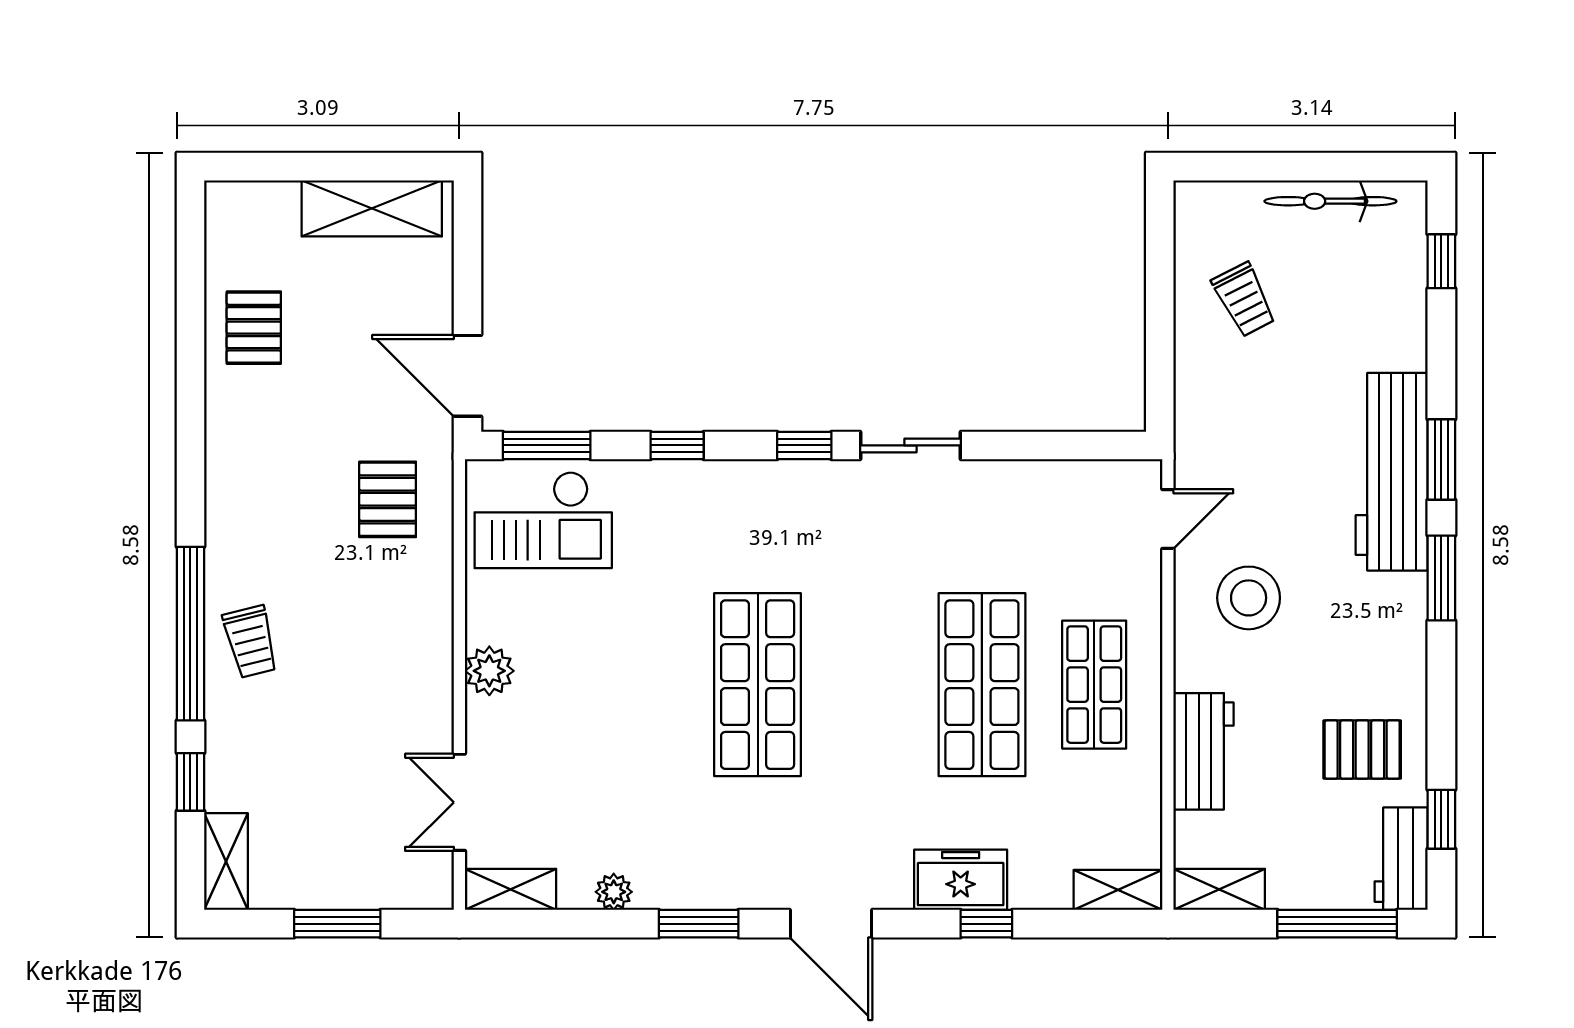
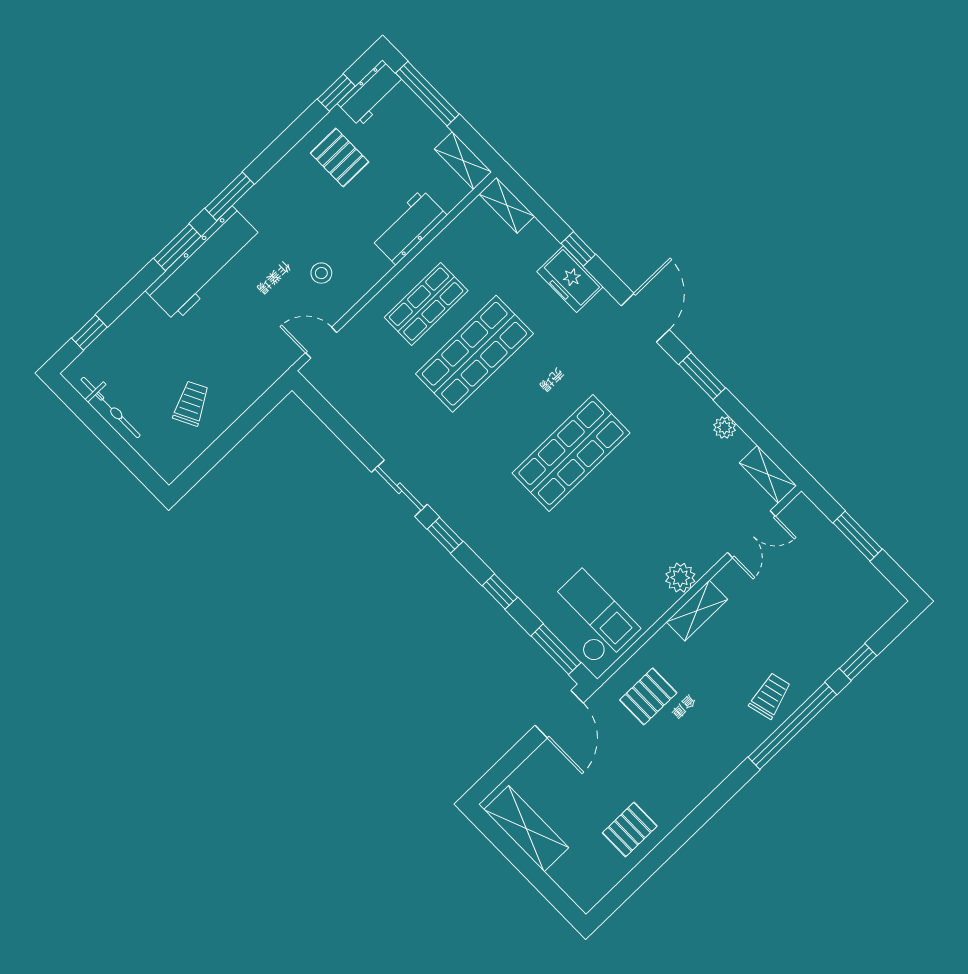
stool: (1249, 598) -> (321, 273), width x0.53, depth x0.53
shelving: (226, 862) -> (697, 611), moved

